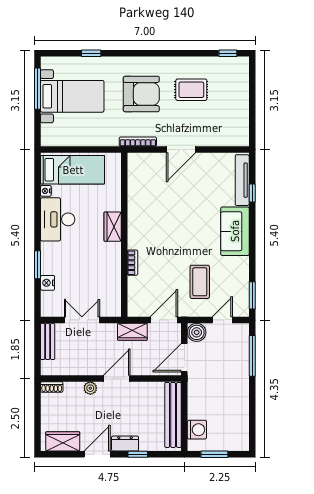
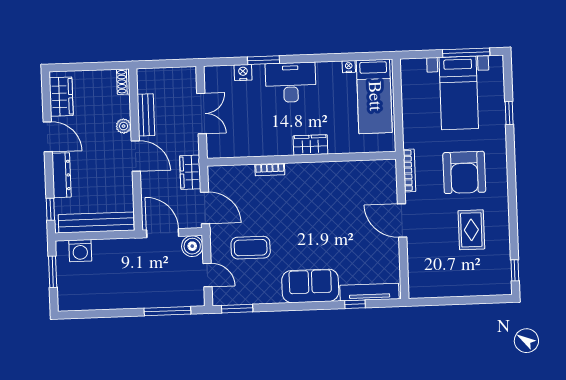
desk: (58, 219) -> (291, 82), moved
bench: (48, 341) -> (146, 115), moved, turned 90
dresser: (125, 444) -> (62, 175), width x1.44
window: (138, 454) -> (50, 209), moved

